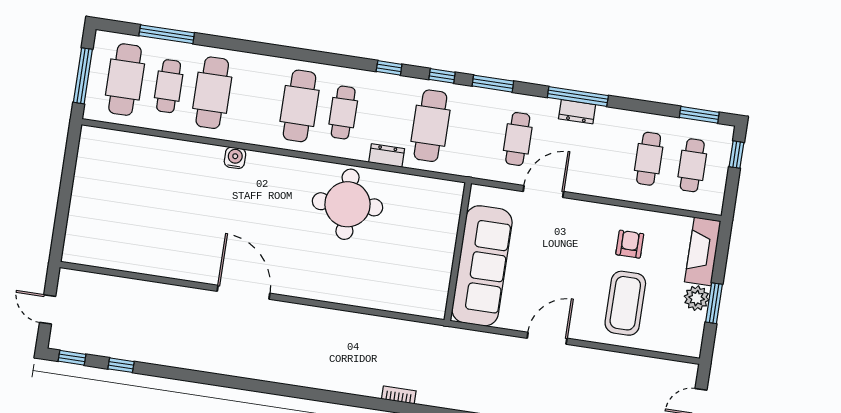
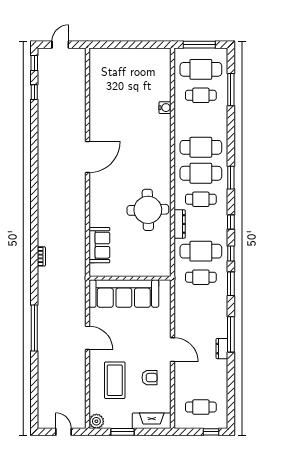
cafe table: (212, 93) -> (201, 147), moved
dresser: (577, 112) -> (222, 349), moved
window: (699, 115) -> (231, 178), moved
cafe table: (518, 139) -> (201, 277), moved
dresser: (387, 156) -> (180, 224), width x1.44
water cooler: (235, 158) -> (165, 108), moved
cafe table: (649, 159) -> (201, 381), removed
door: (543, 192) -> (173, 350), moved
sofa: (394, 295) -> (99, 245), added
plant: (697, 298) -> (96, 421), moved
coffee table: (625, 303) -> (115, 380), turned 90

